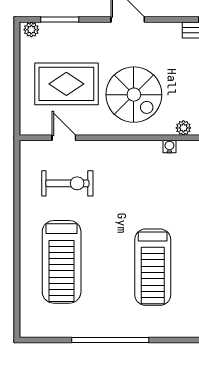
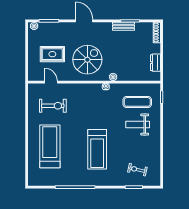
rug: (66, 84) -> (52, 54), width x0.73, depth x0.70
spiral stairs: (134, 95) -> (87, 60), turned -90
treadmill: (62, 262) -> (50, 146), turned 180

